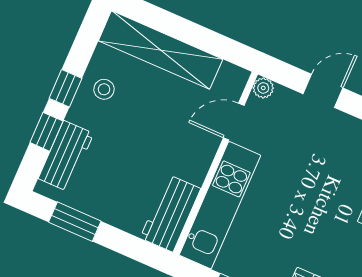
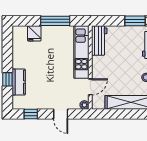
door: (323, 91) -> (61, 114), hinge flipped

